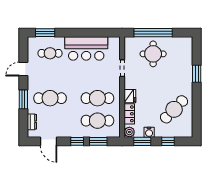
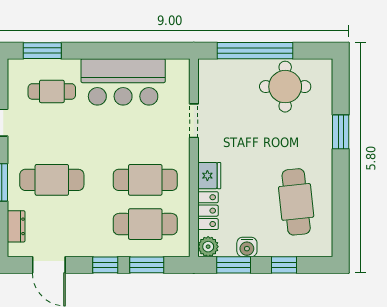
round table: (153, 54) -> (285, 87), moved
cafe table: (174, 109) -> (296, 202), turned -50

